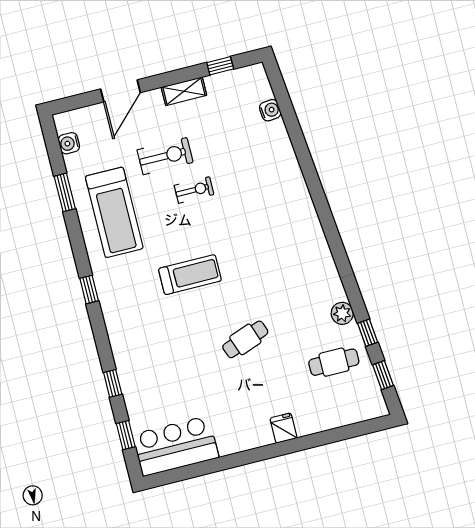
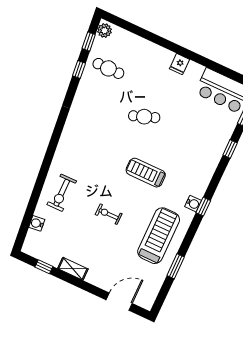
door: (120, 91) -> (119, 302), moved
water cooler: (69, 143) -> (193, 204), moved
exercise bike: (165, 156) -> (62, 193), moved, turned -90
plant: (342, 313) -> (105, 31), moved
fridge: (283, 428) -> (180, 64), moved

